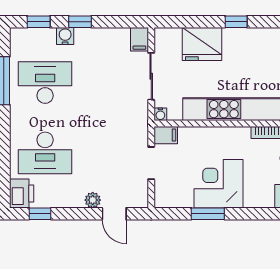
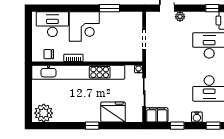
window: (80, 22) -> (177, 126), moved
filing cabinet: (139, 39) -> (157, 115), width x2.00
filing cabinet: (166, 135) -> (135, 56), removed
corner desk: (219, 184) -> (84, 27), moved

